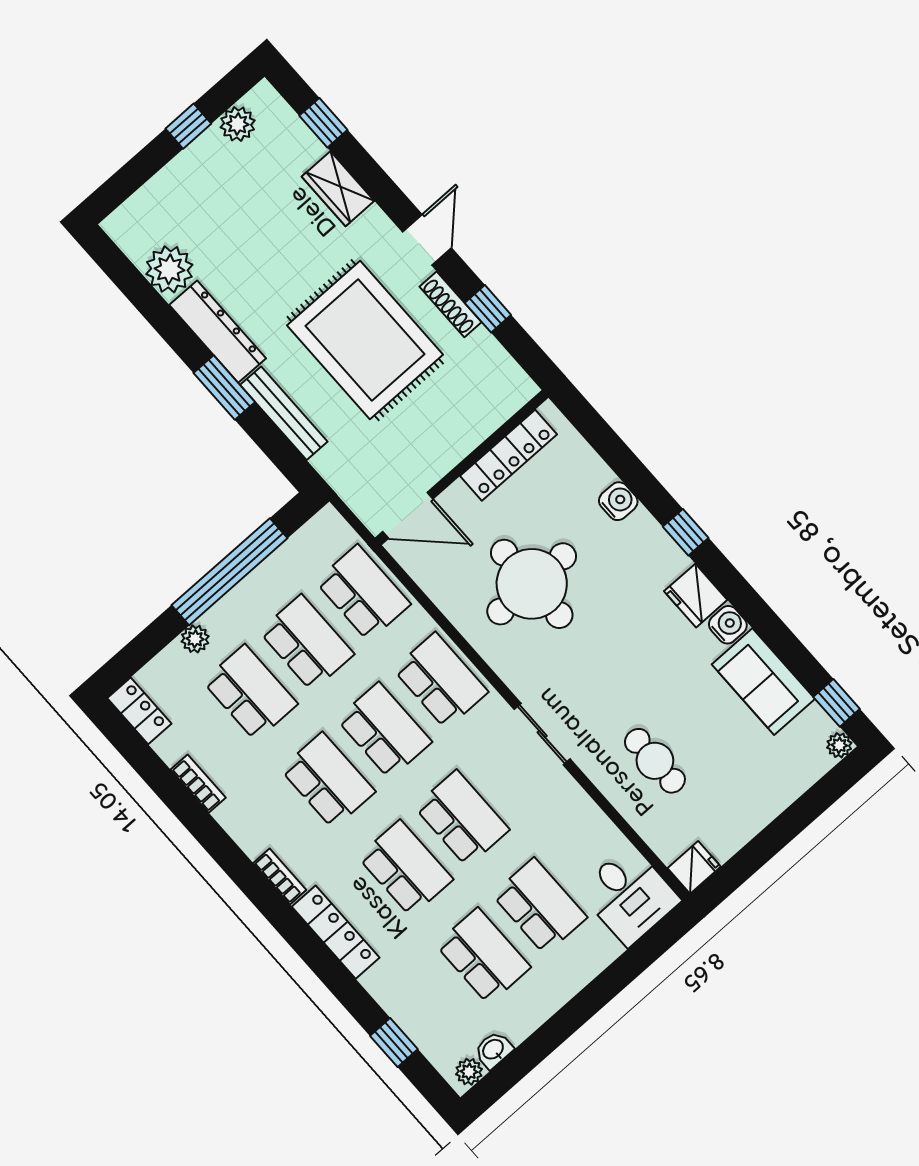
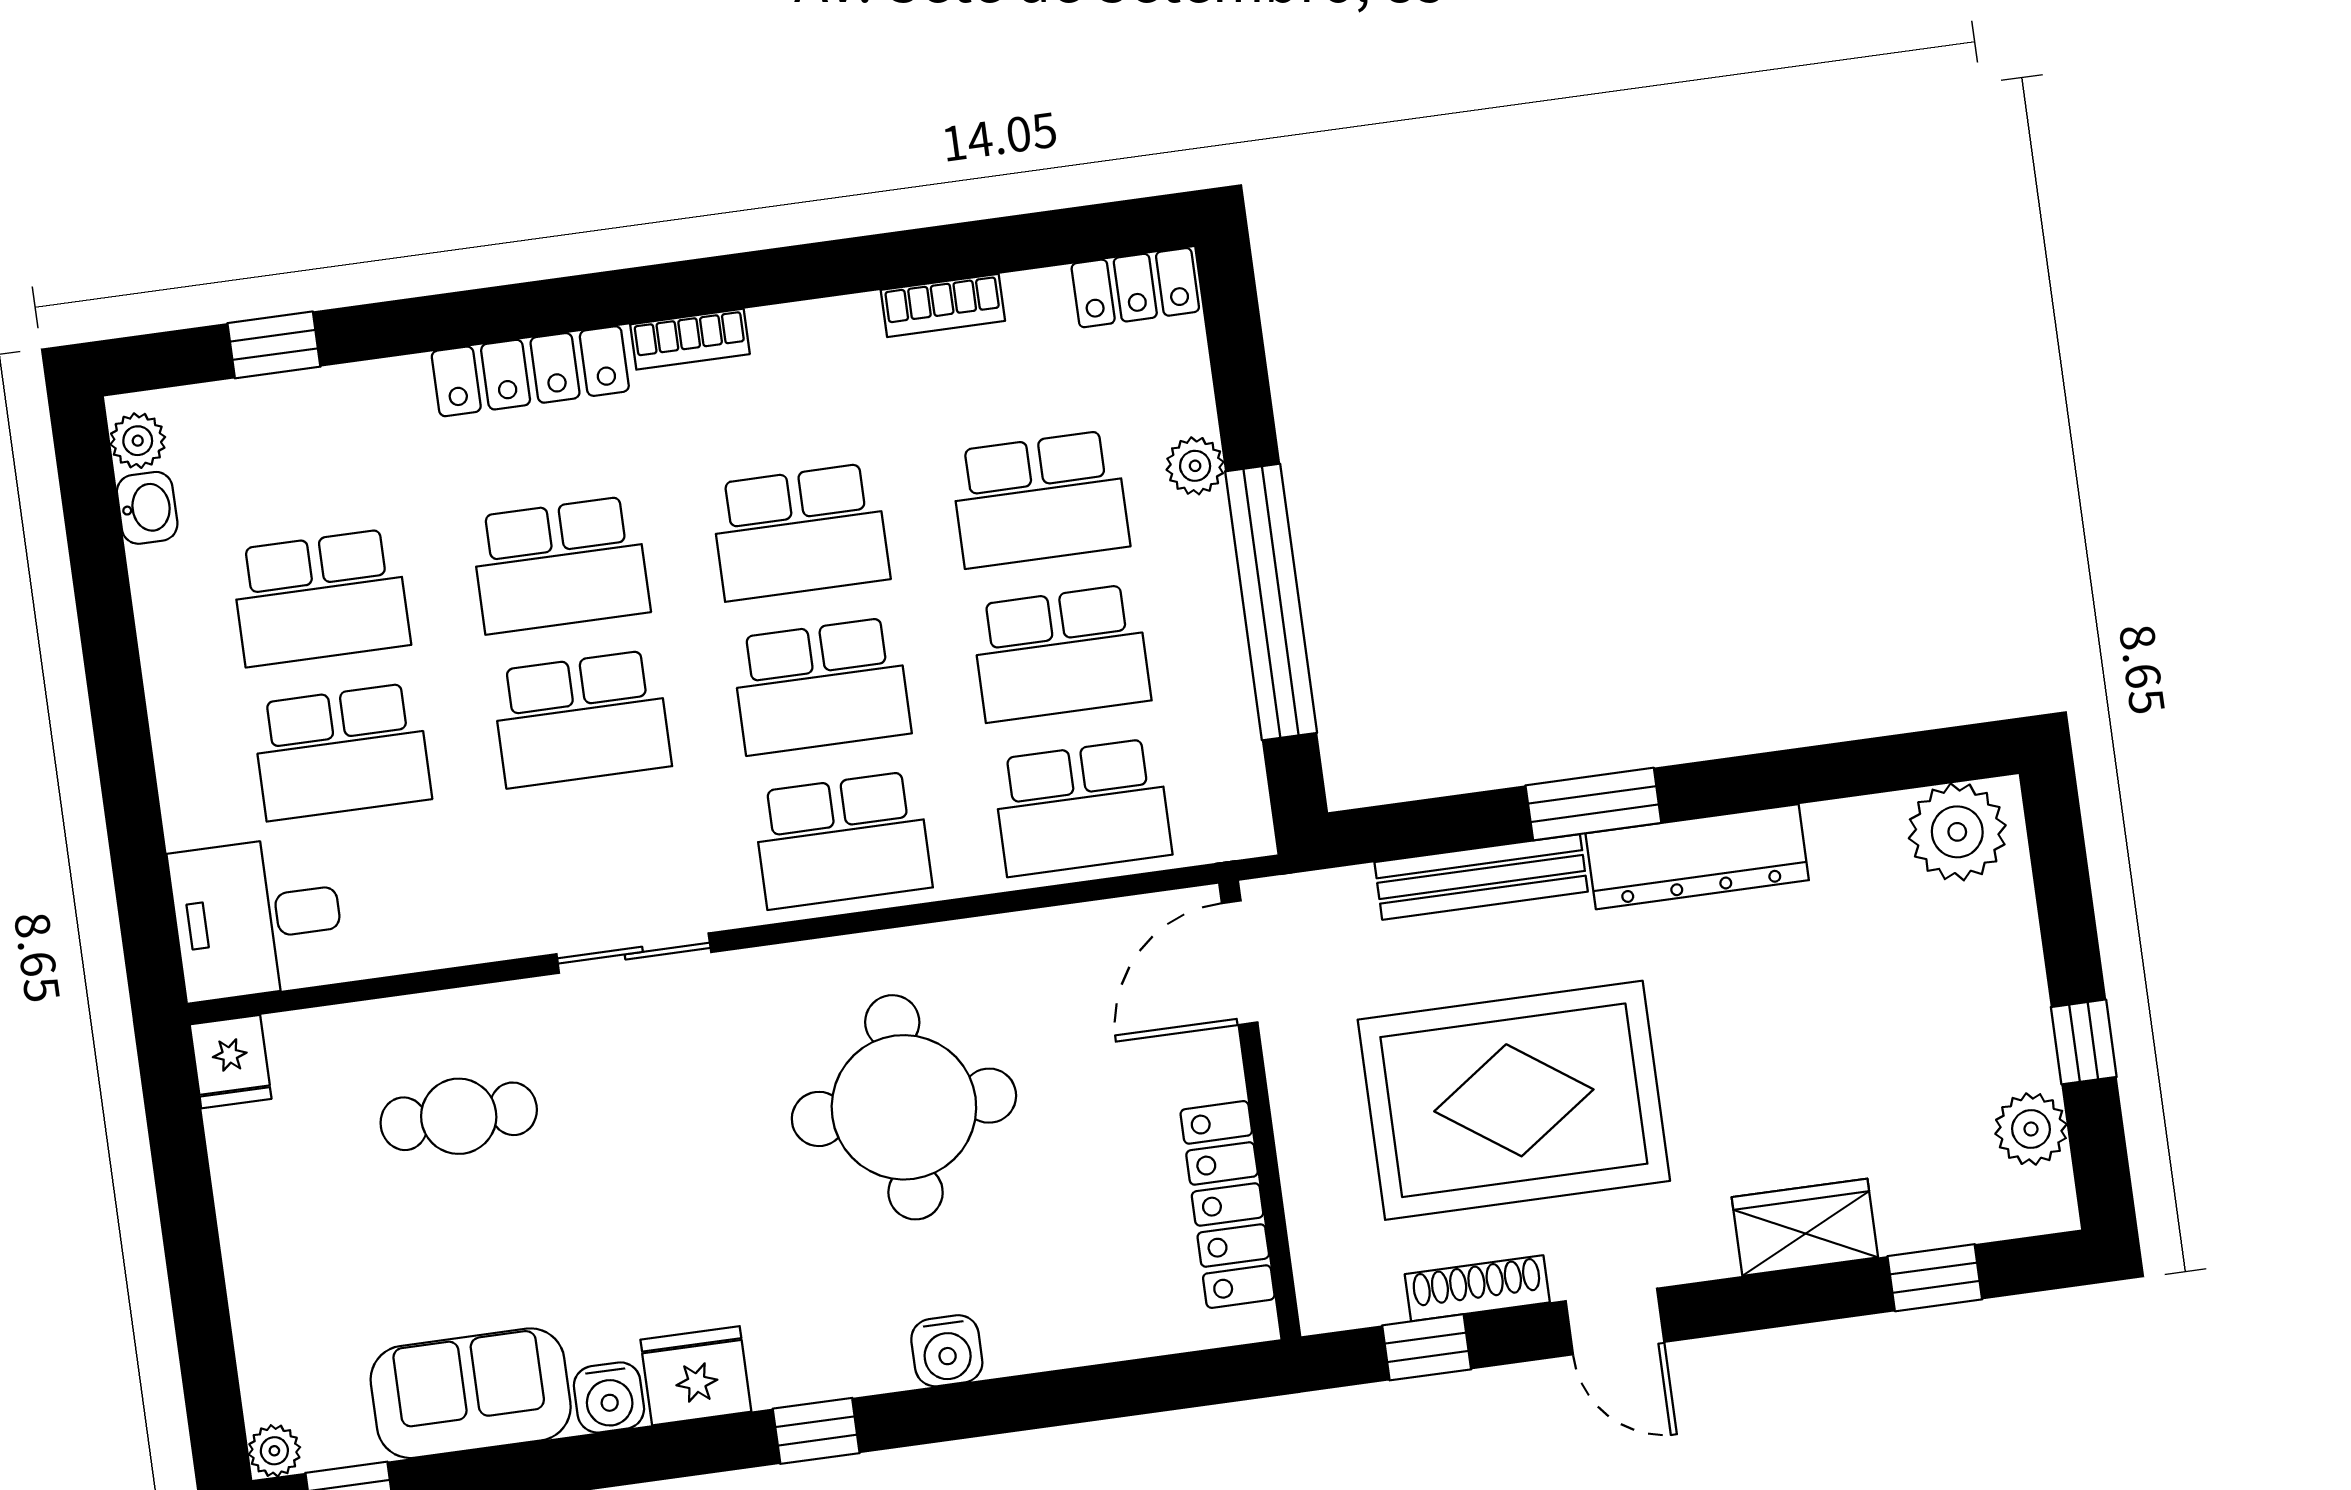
plant: (169, 269) -> (1957, 832), moved
locker: (508, 455) -> (1228, 1204), moved
wall: (462, 468) -> (1260, 1110), moved
door: (408, 515) -> (1240, 963), moved

